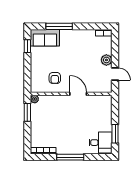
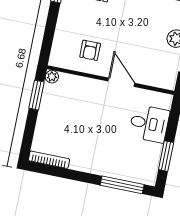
desk: (101, 143) -> (149, 124), moved
window: (70, 157) -> (122, 185), moved

